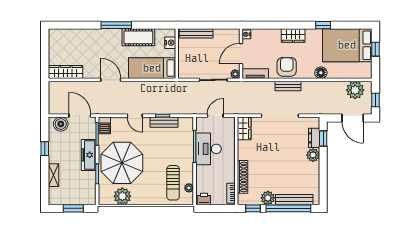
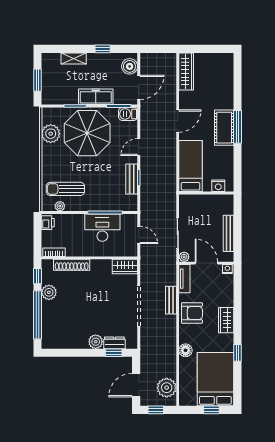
bench: (196, 33) -> (228, 233), moved
cot: (138, 37) -> (224, 128), moved
bench: (288, 86) -> (171, 300), moved
bench: (294, 200) -> (47, 321), removed

